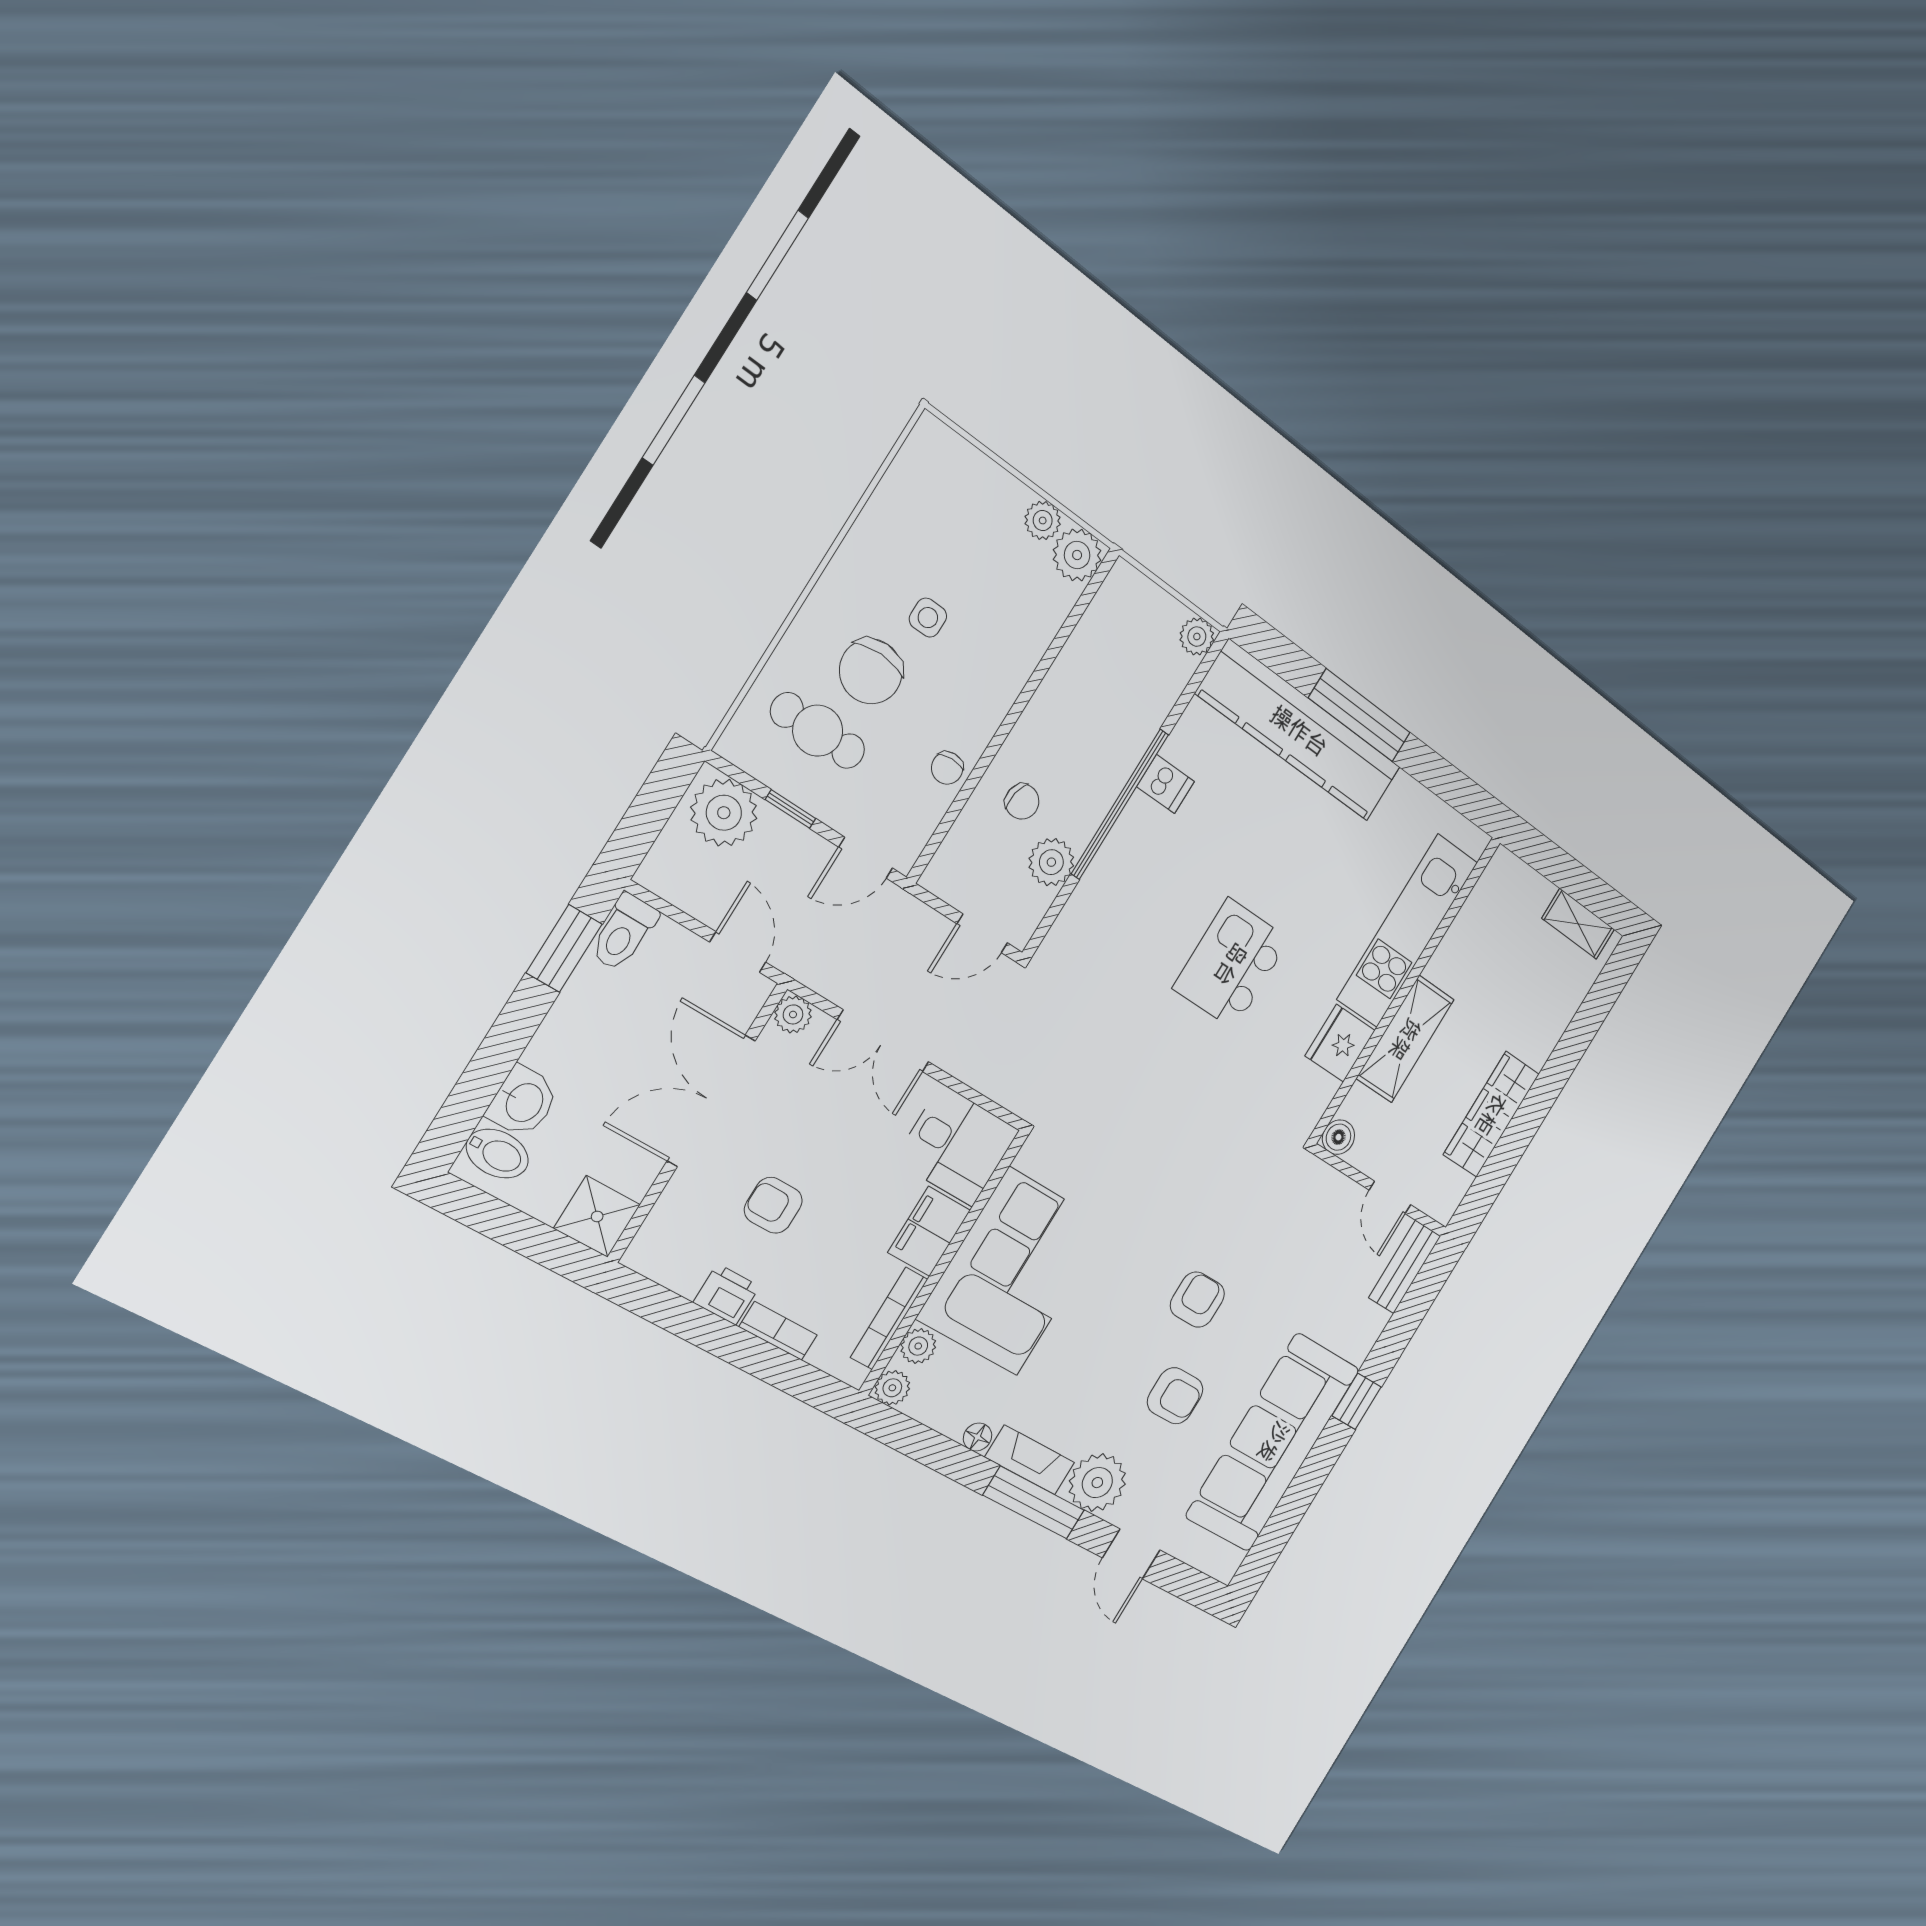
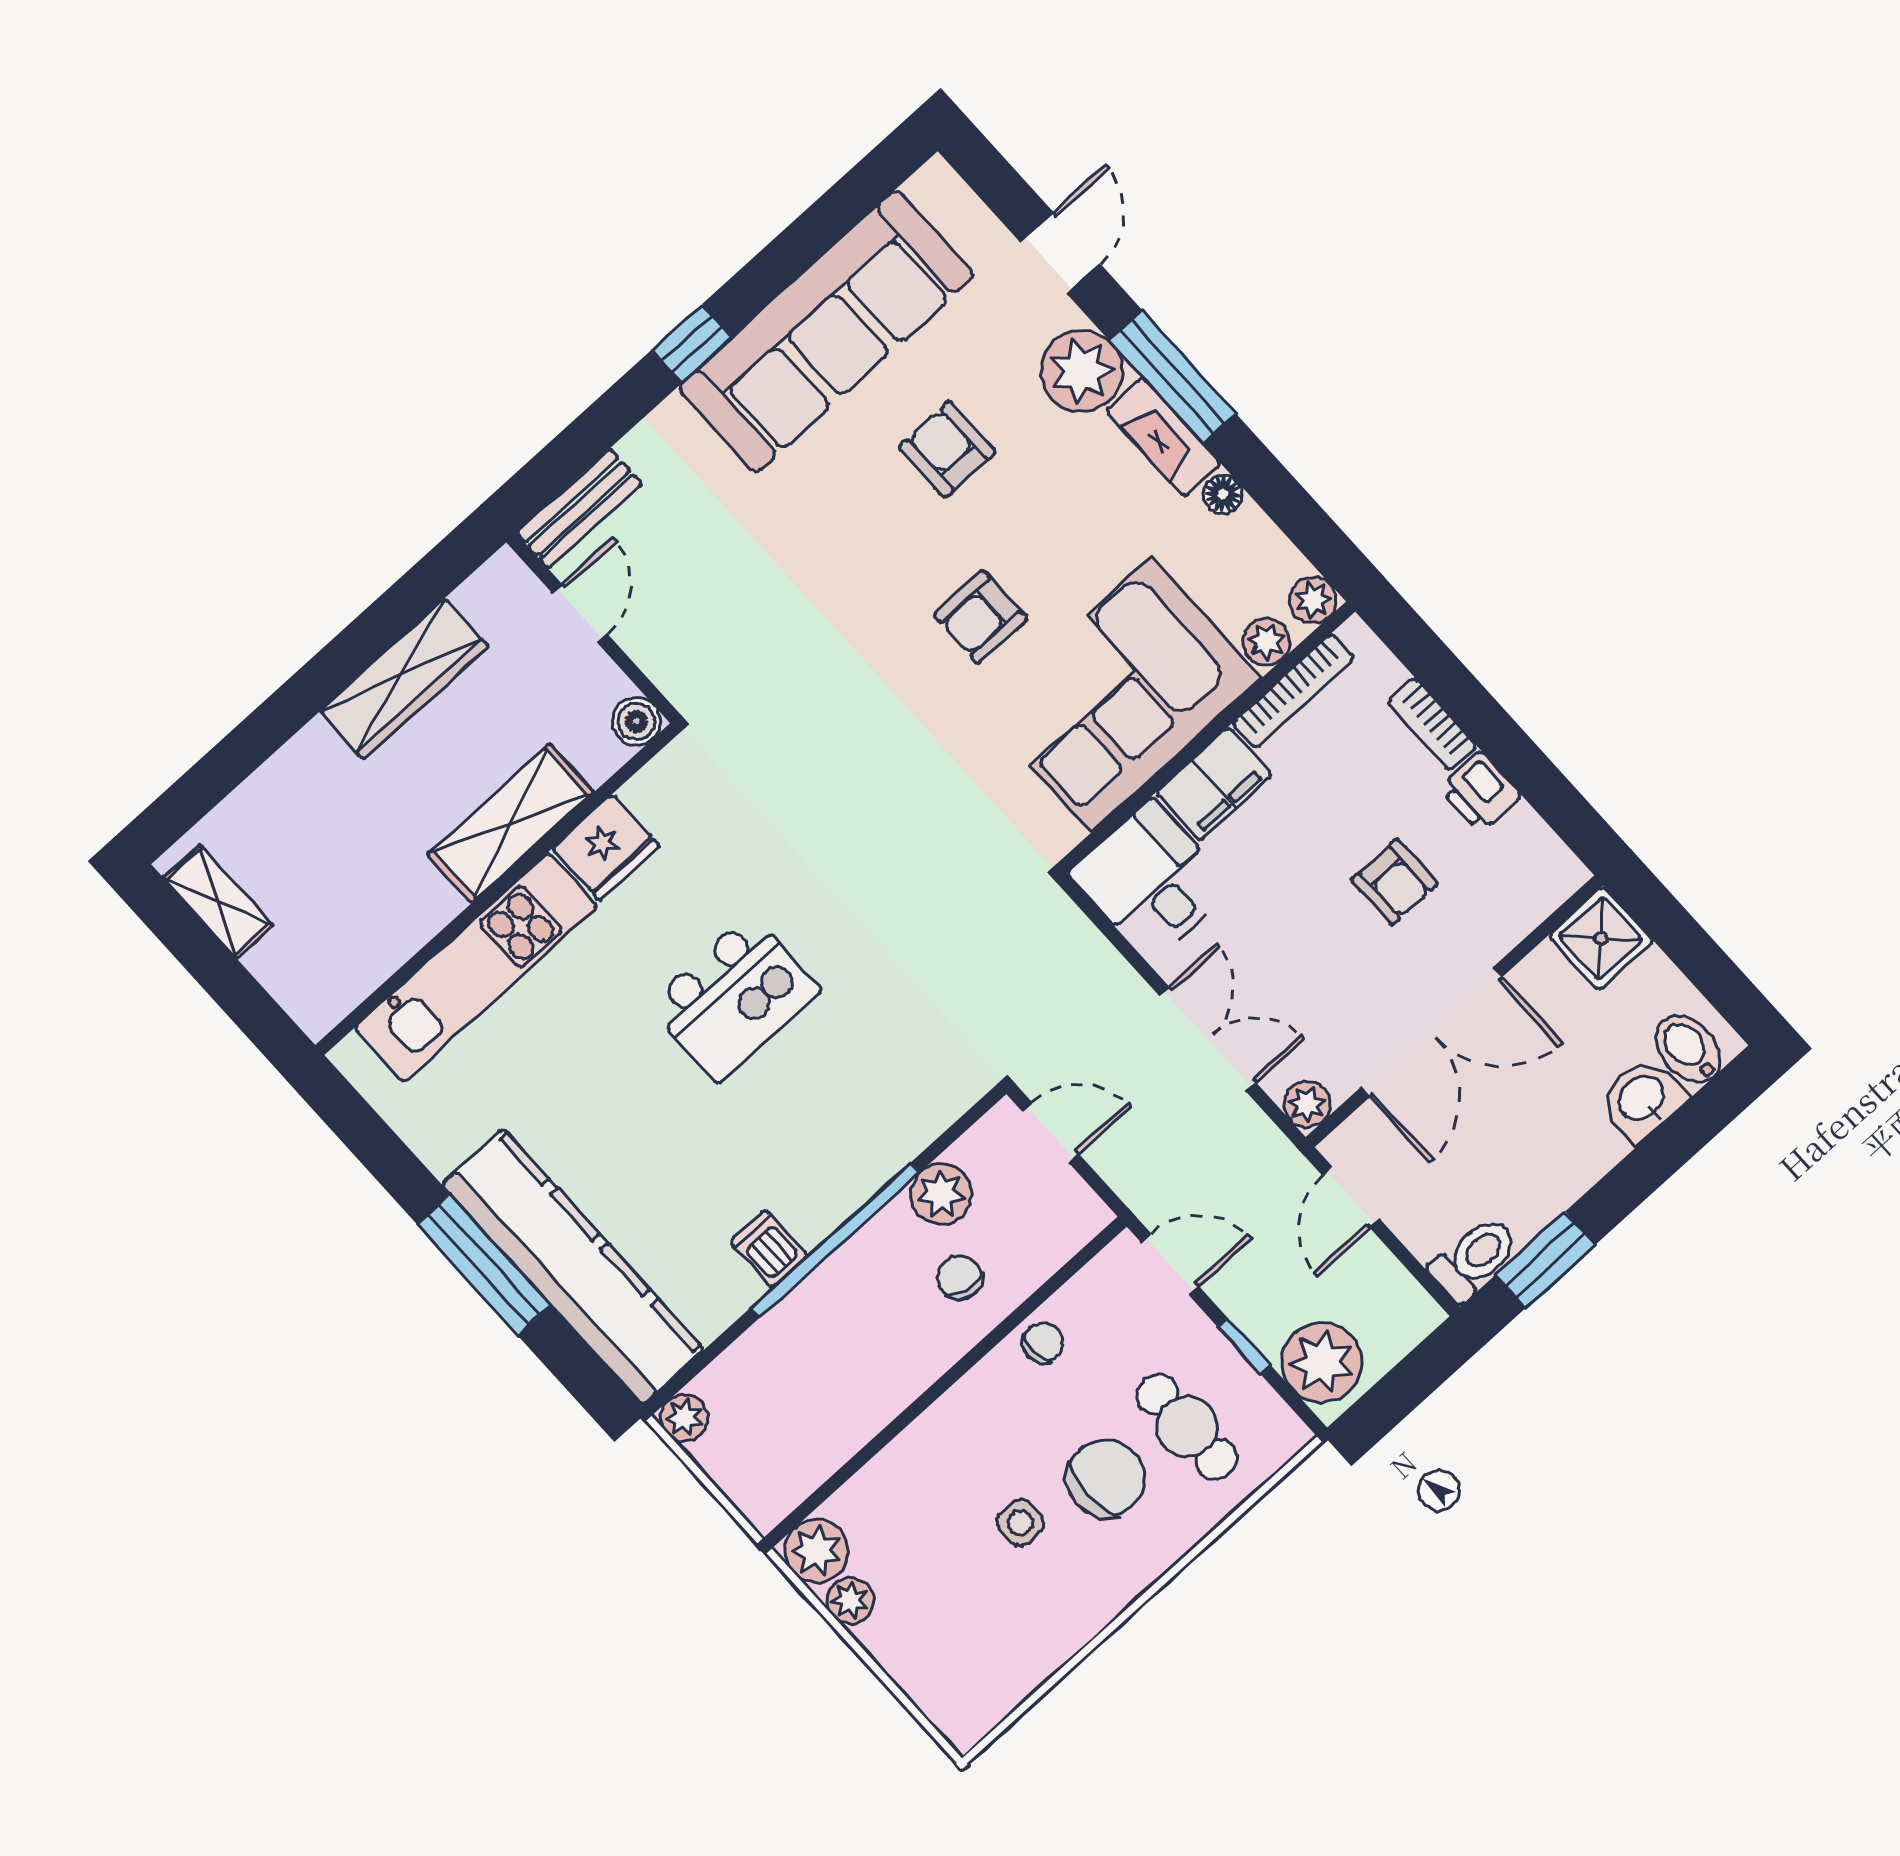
armchair: (1197, 1300) -> (980, 617), moved

